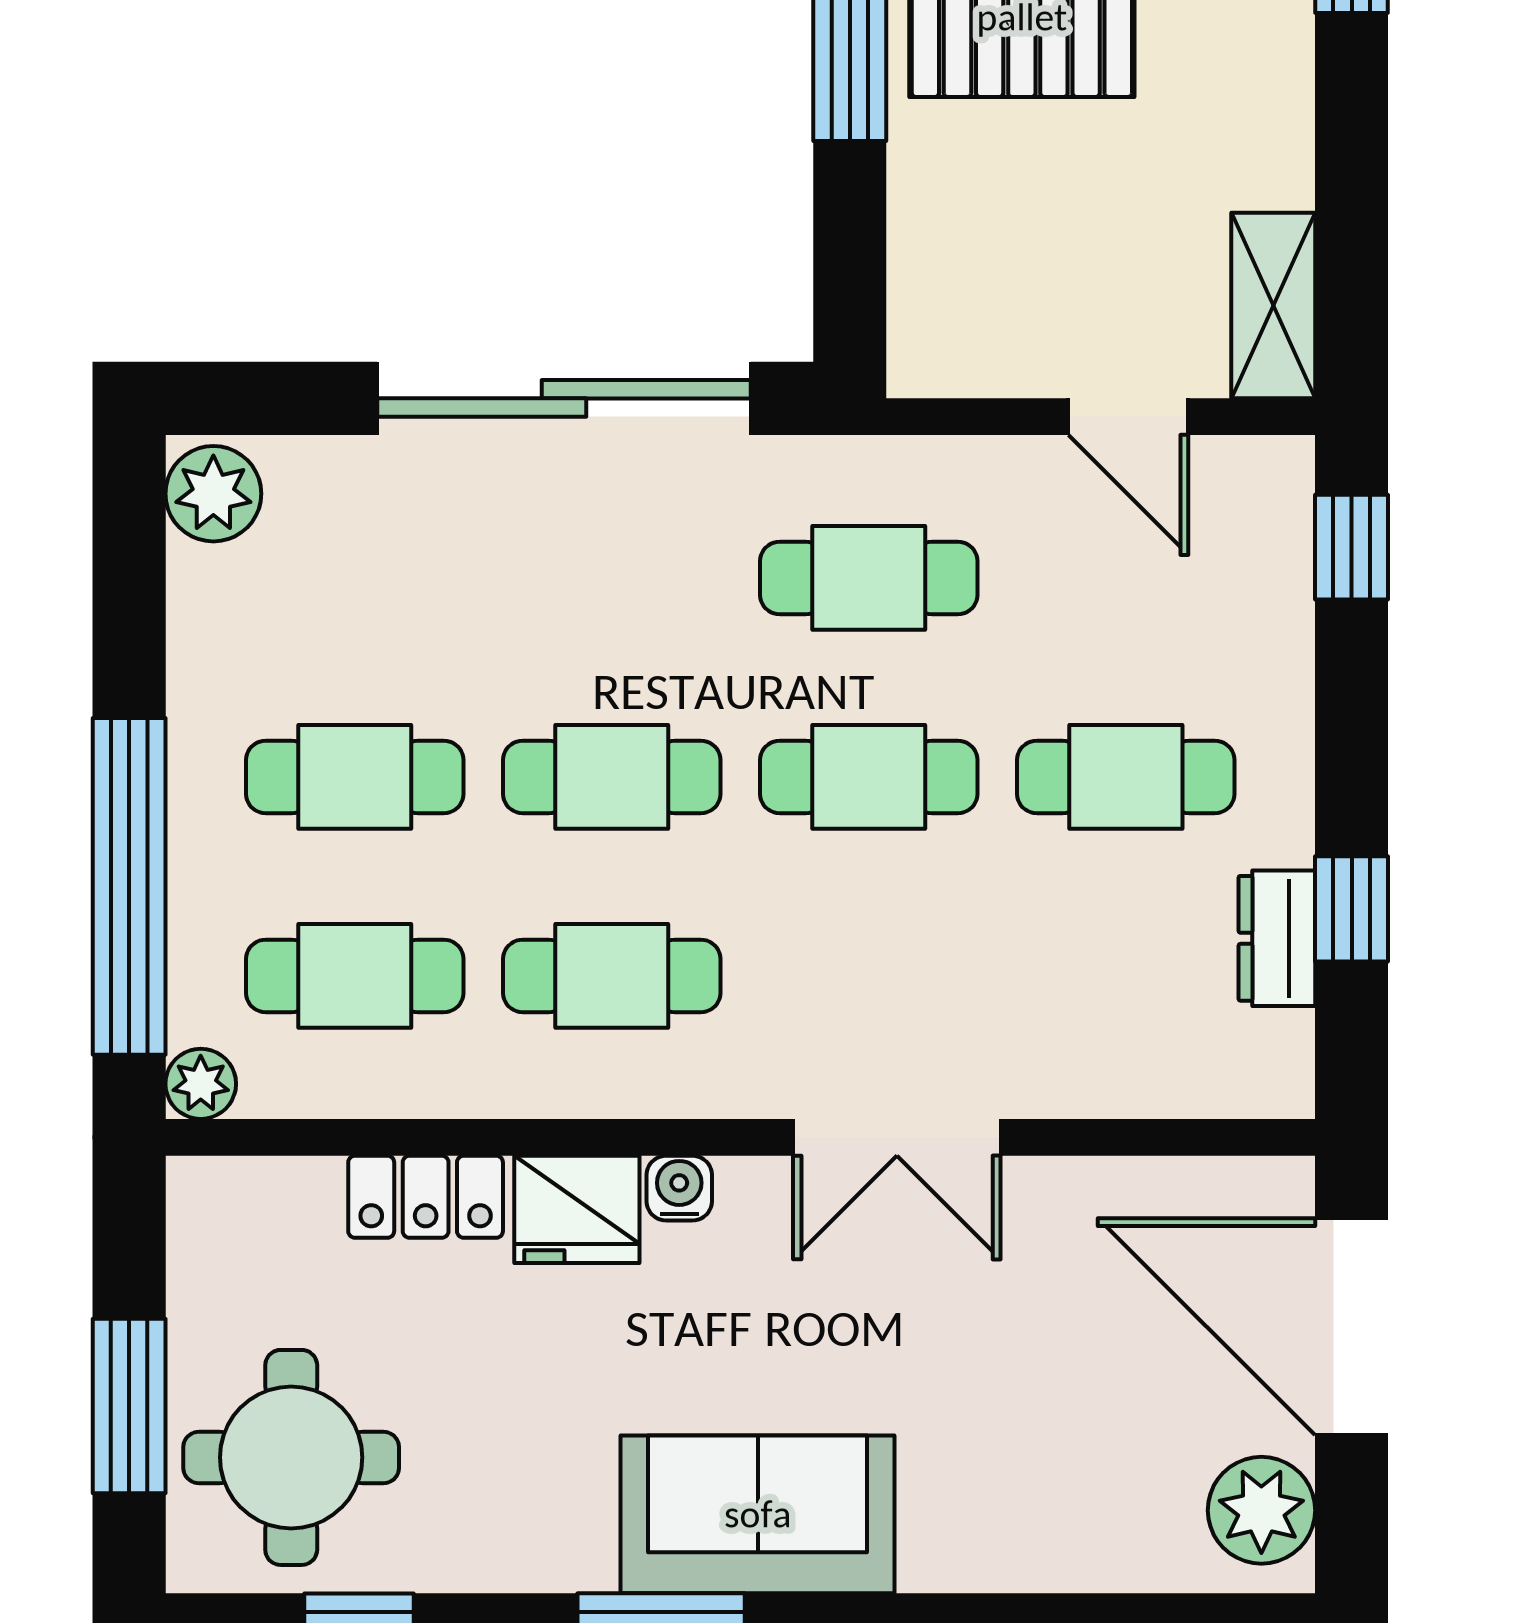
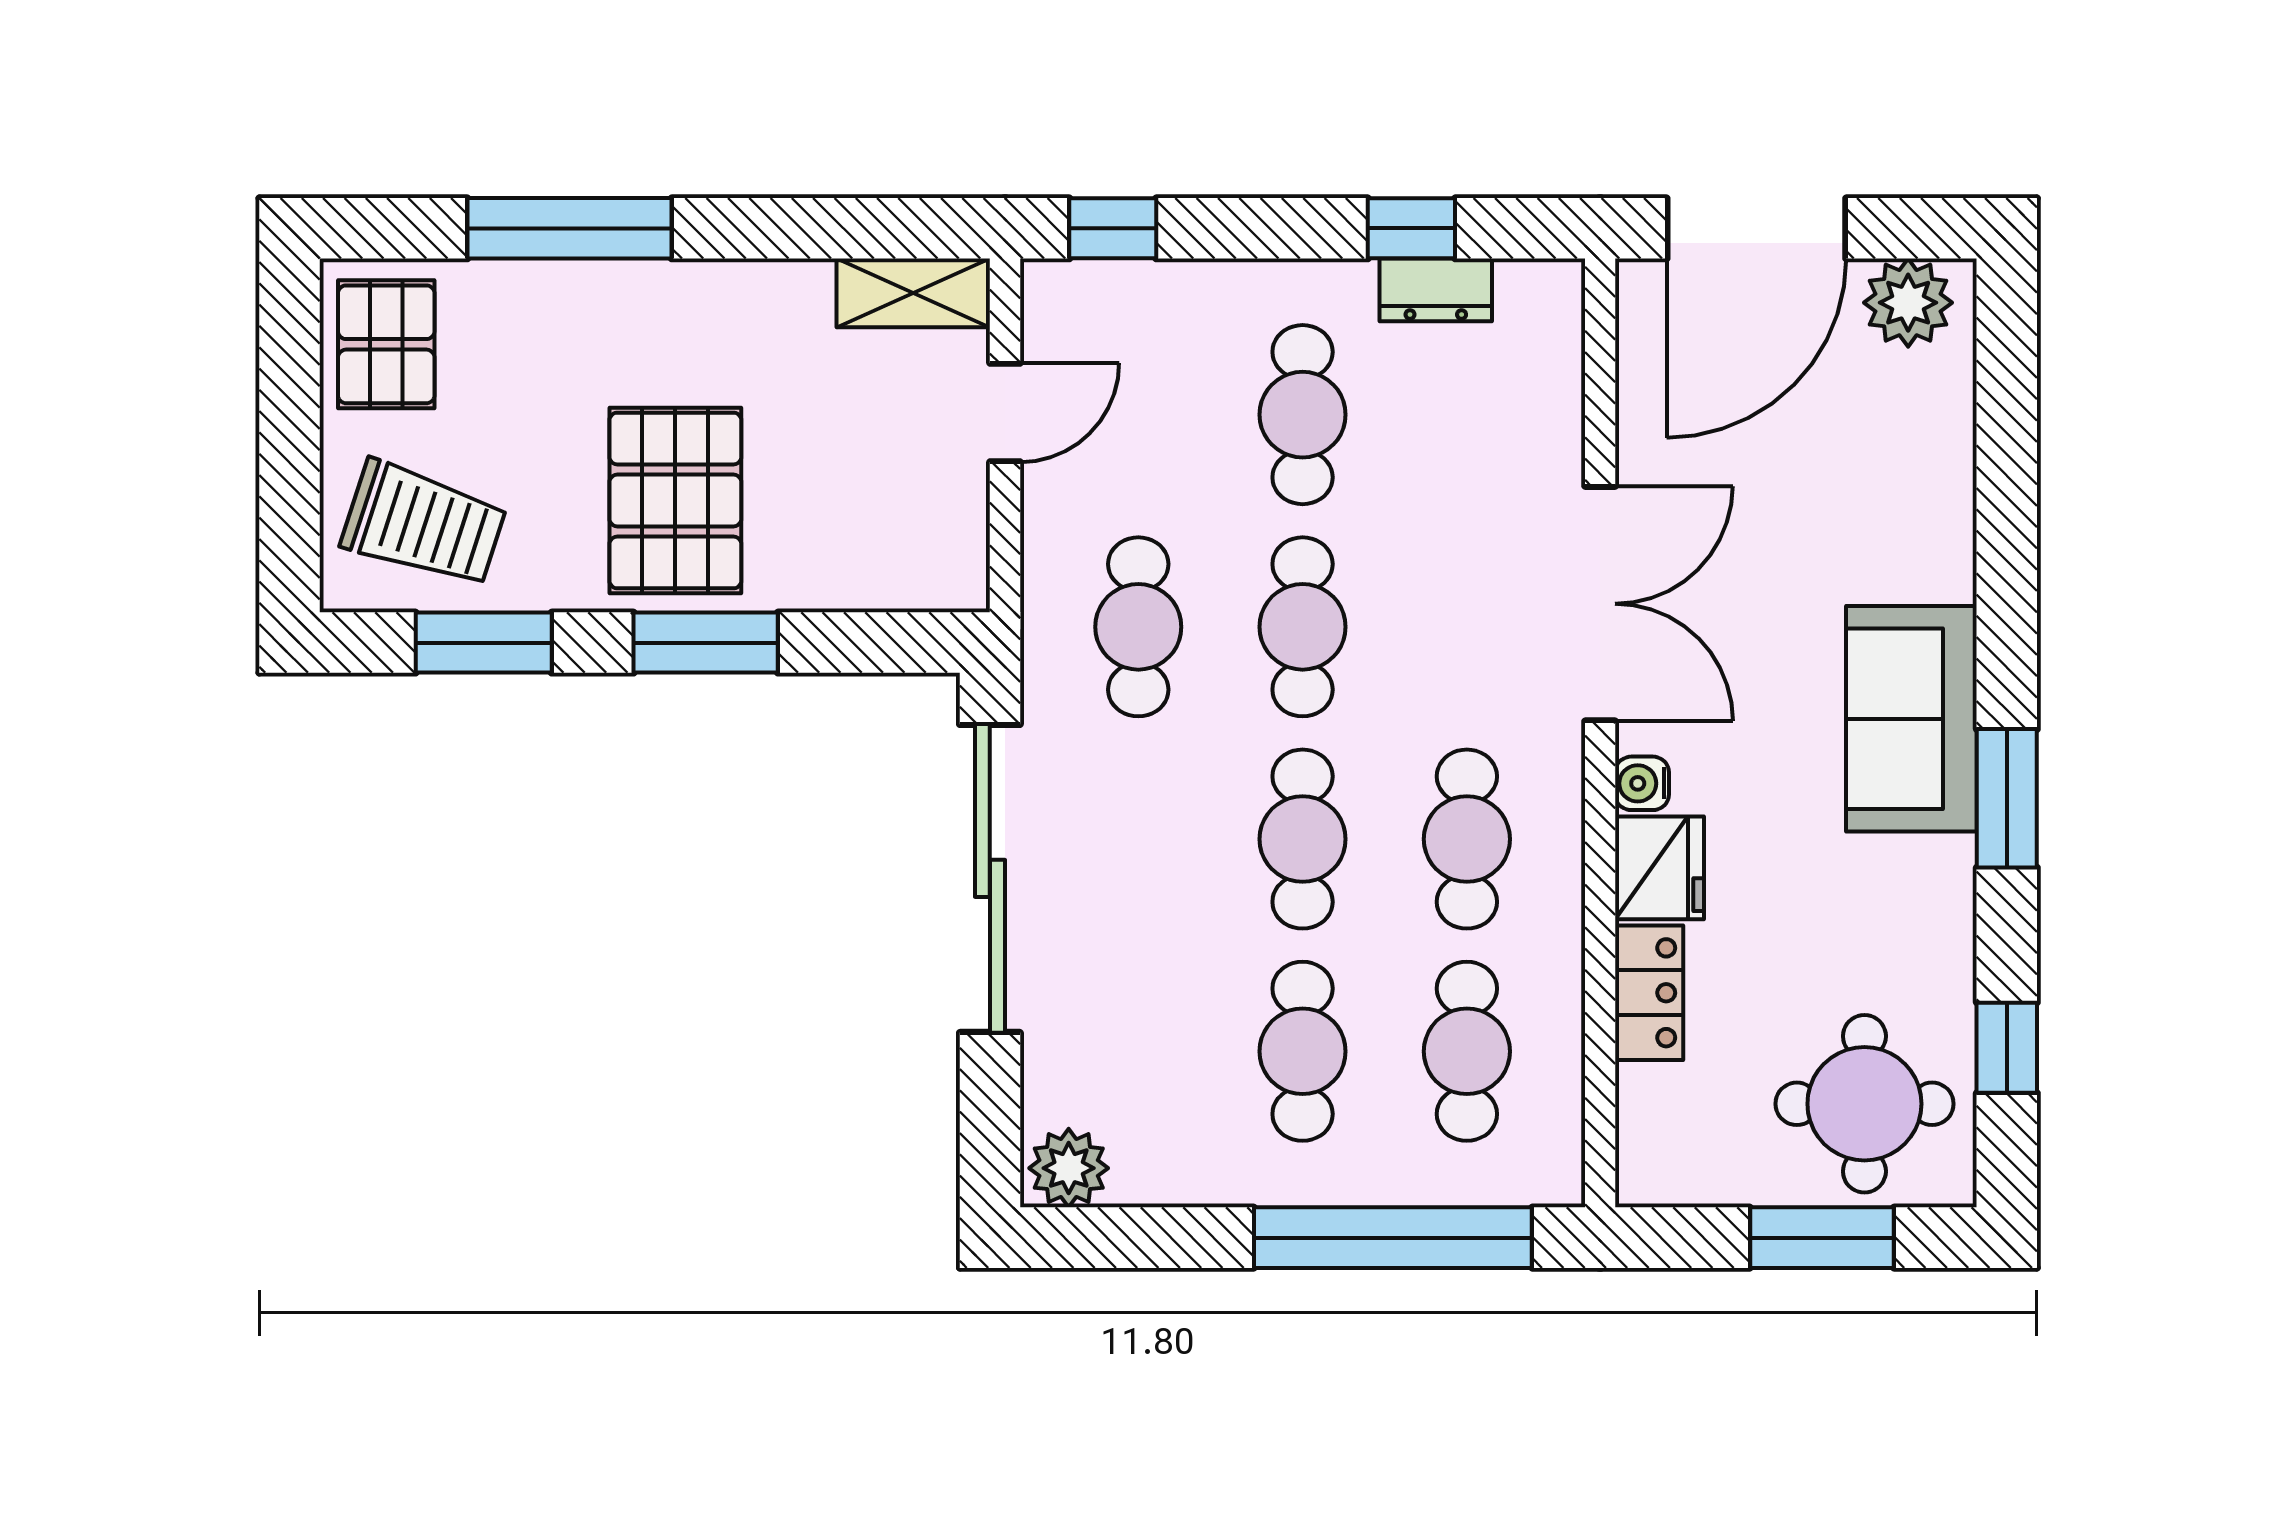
plant: (201, 1084) -> (1556, 1178), removed
double door: (897, 1137) -> (1600, 604), width x1.37

